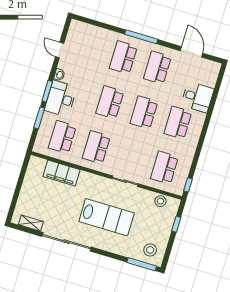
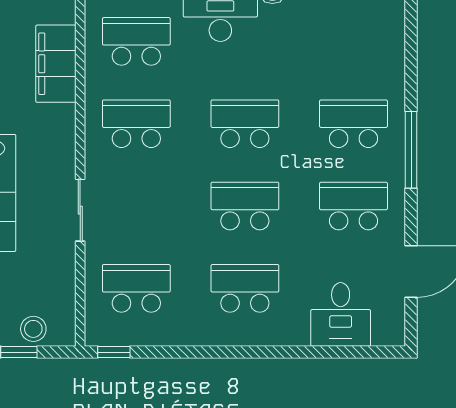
desk: (197, 97) -> (341, 314), moved
stool: (160, 201) -> (33, 329), moved

